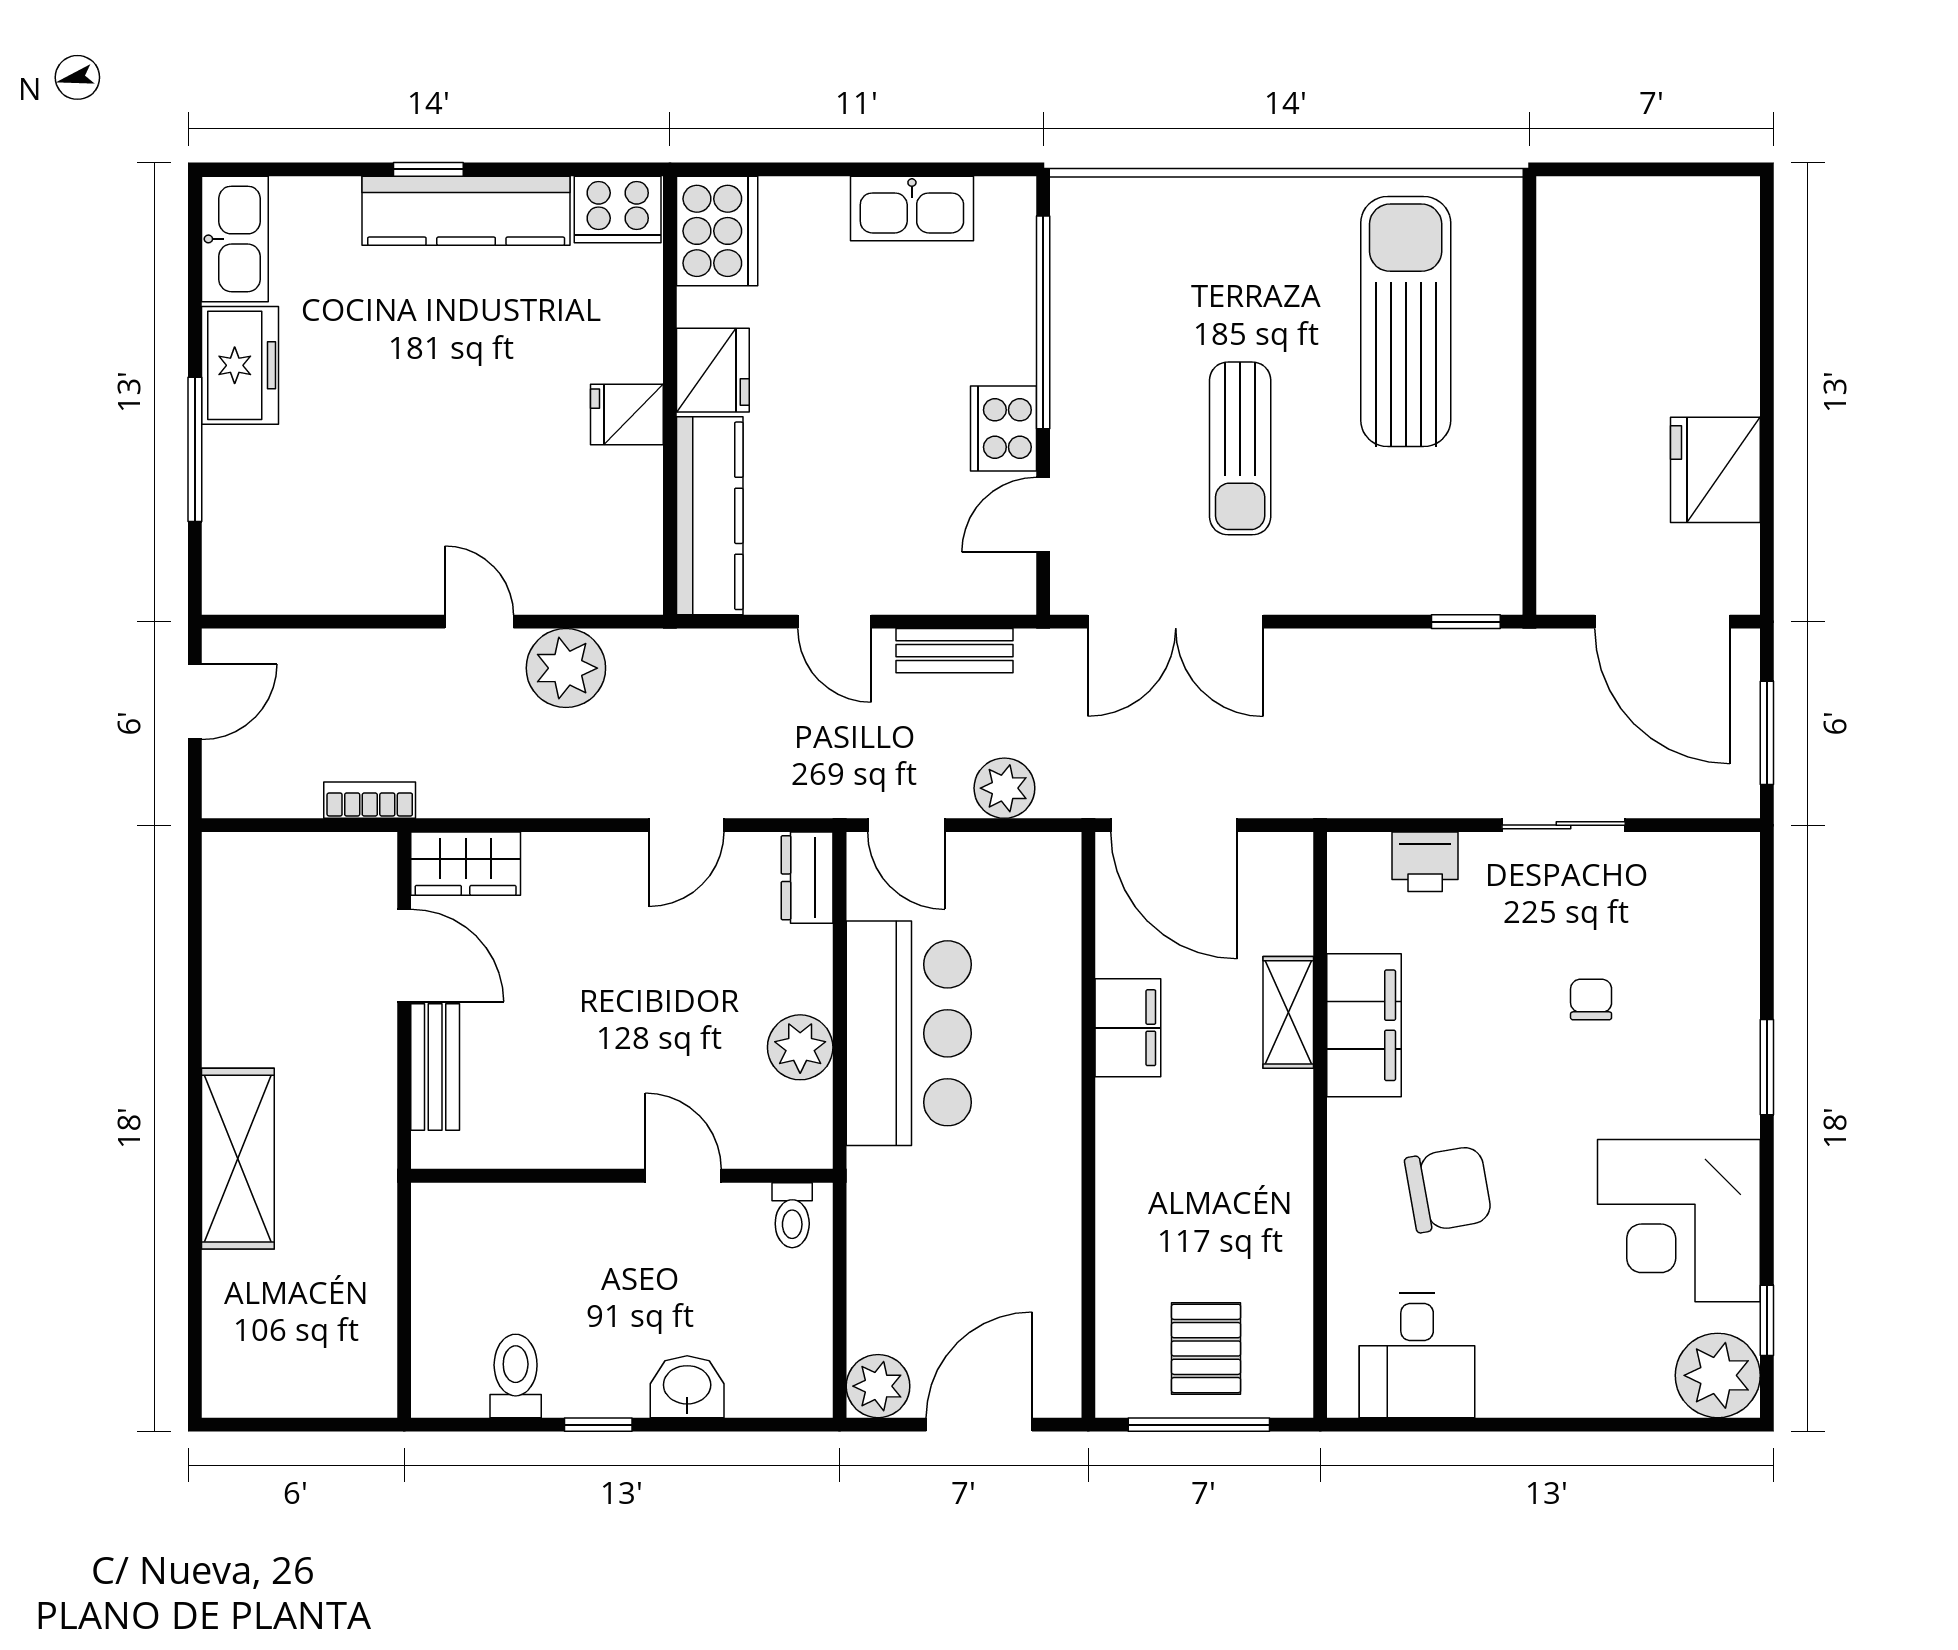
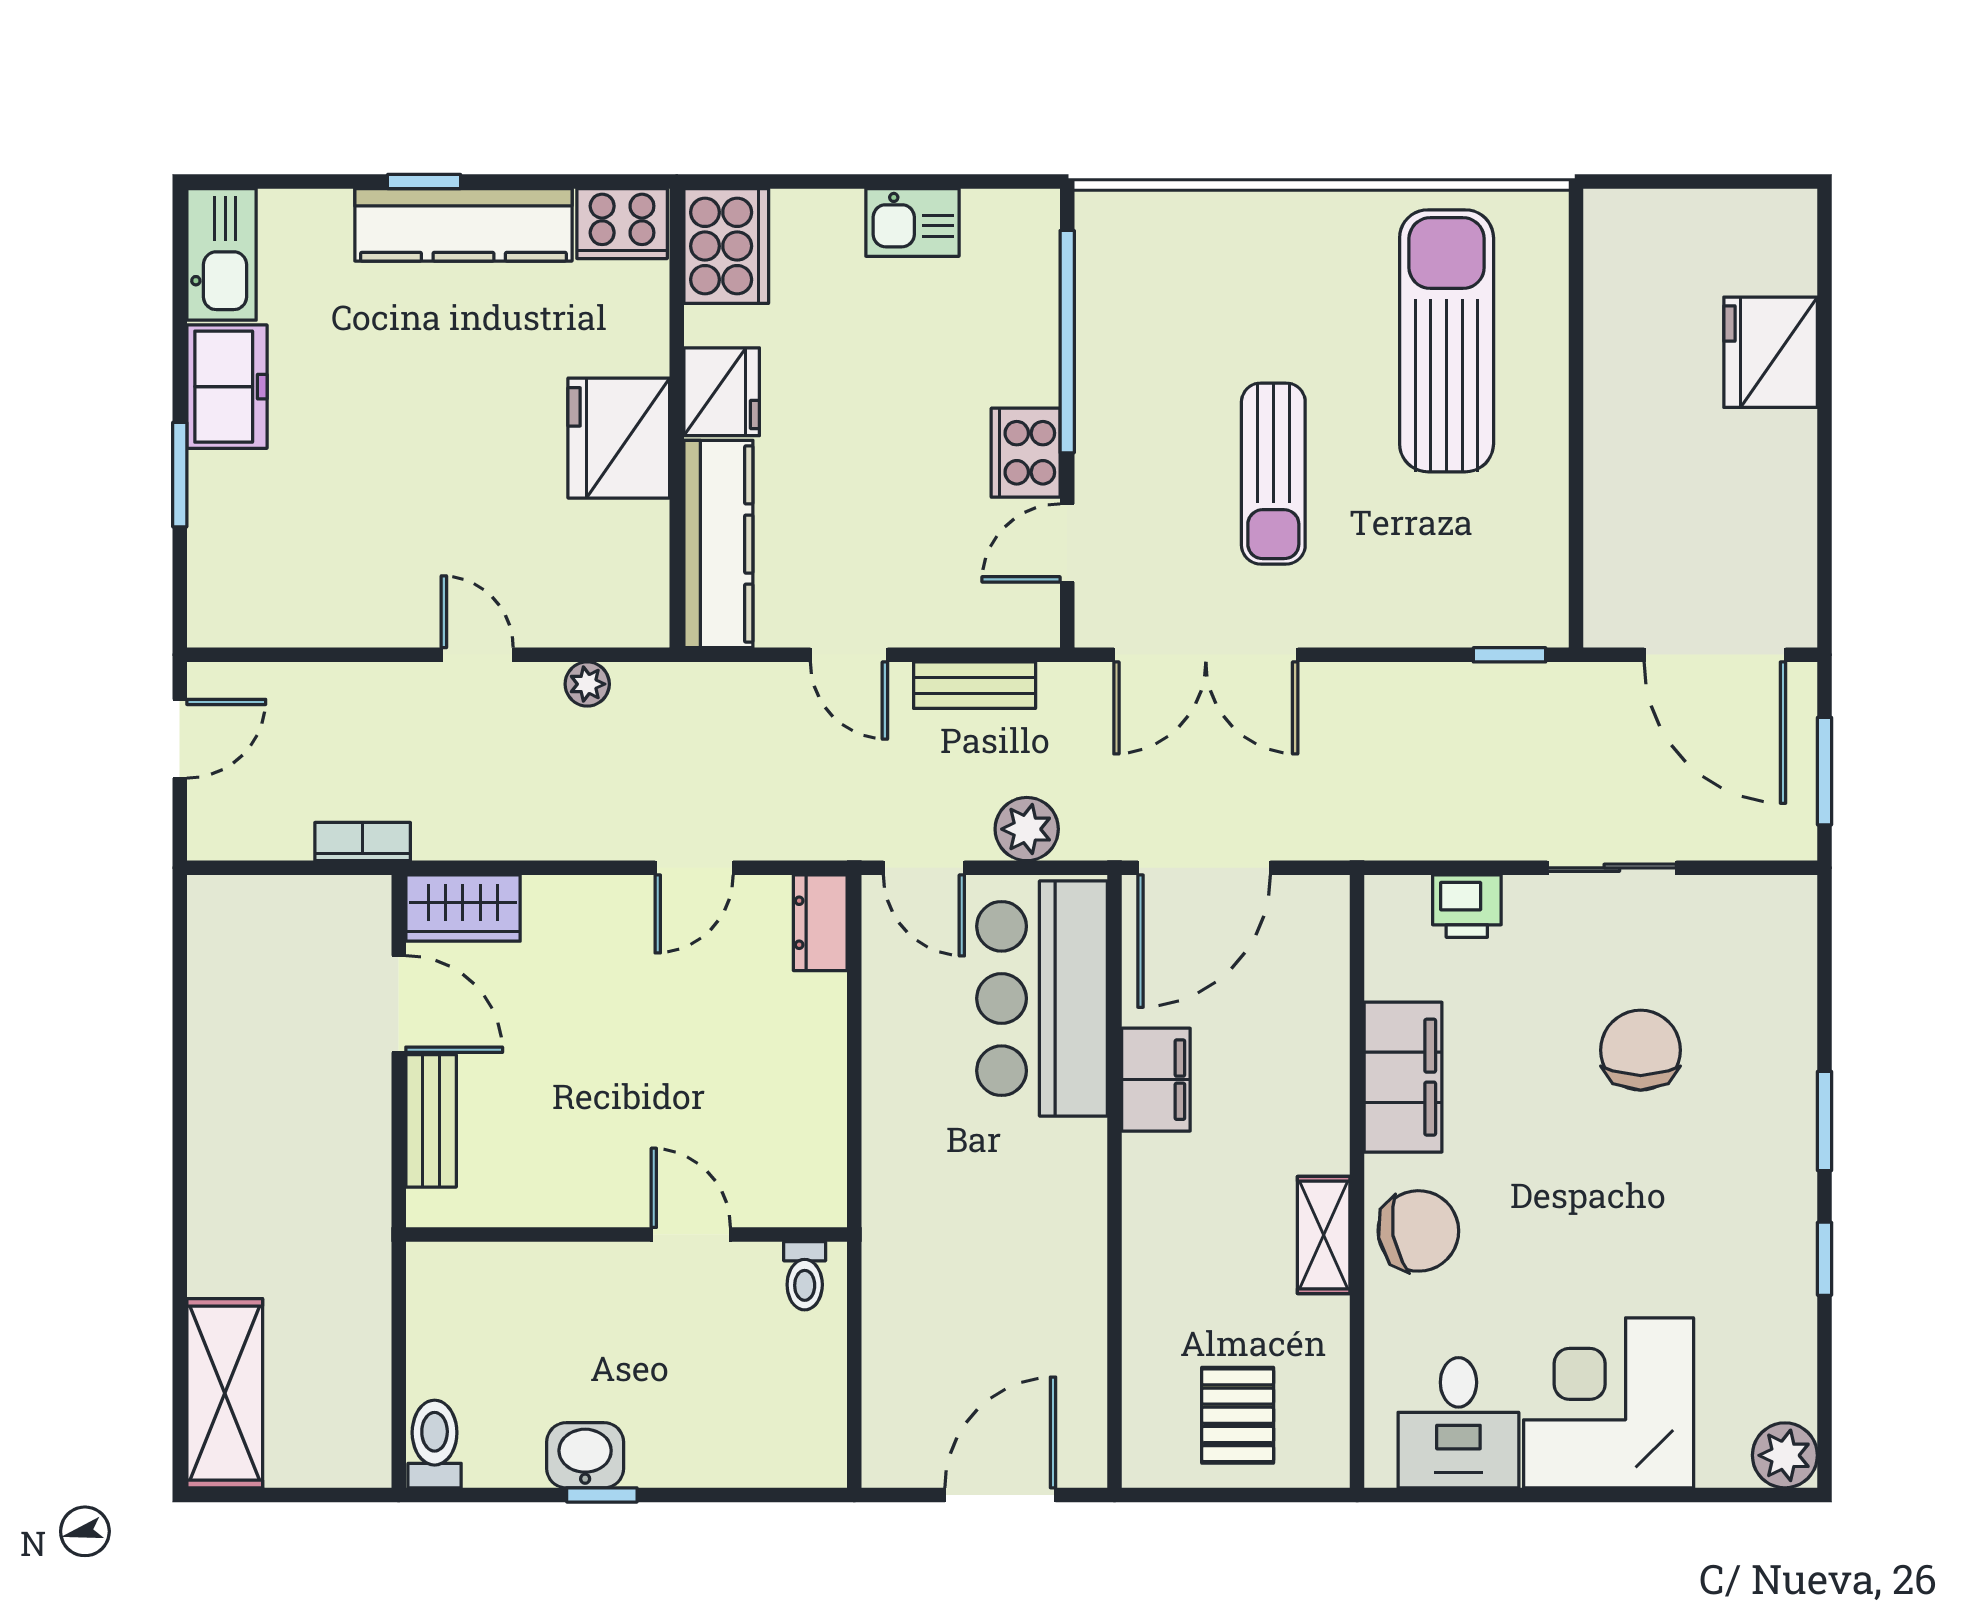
kitchen sink: (912, 208) -> (912, 222), width x0.73
fridge: (627, 415) -> (619, 438), width x1.88, depth x1.34
window: (195, 449) -> (180, 475), width x0.69
fridge: (1715, 470) -> (1771, 352), moved
plant: (566, 668) -> (587, 684), width x0.53, depth x0.53
door: (1174, 825) -> (1204, 868), hinge flipped
chair: (1591, 999) -> (1641, 1050), width x1.87, depth x1.87
shelving: (1288, 1012) -> (1324, 1235), moved
bar counter: (909, 1033) -> (1042, 998), moved, turned 180
plant: (800, 1047) -> (813, 1100), removed
shelving: (238, 1159) -> (225, 1393), moved
chair: (1448, 1189) -> (1418, 1231), moved
corner desk: (1679, 1221) -> (1609, 1403), moved, turned 90
window: (1767, 1320) -> (1824, 1259), moved
plant: (1718, 1375) -> (1785, 1455), width x0.73, depth x0.73
toilet: (516, 1376) -> (435, 1444), moved
plant: (878, 1386) -> (894, 1455), removed
washbasin: (687, 1387) -> (585, 1455), moved
window: (1199, 1425) -> (1230, 1495), removed

